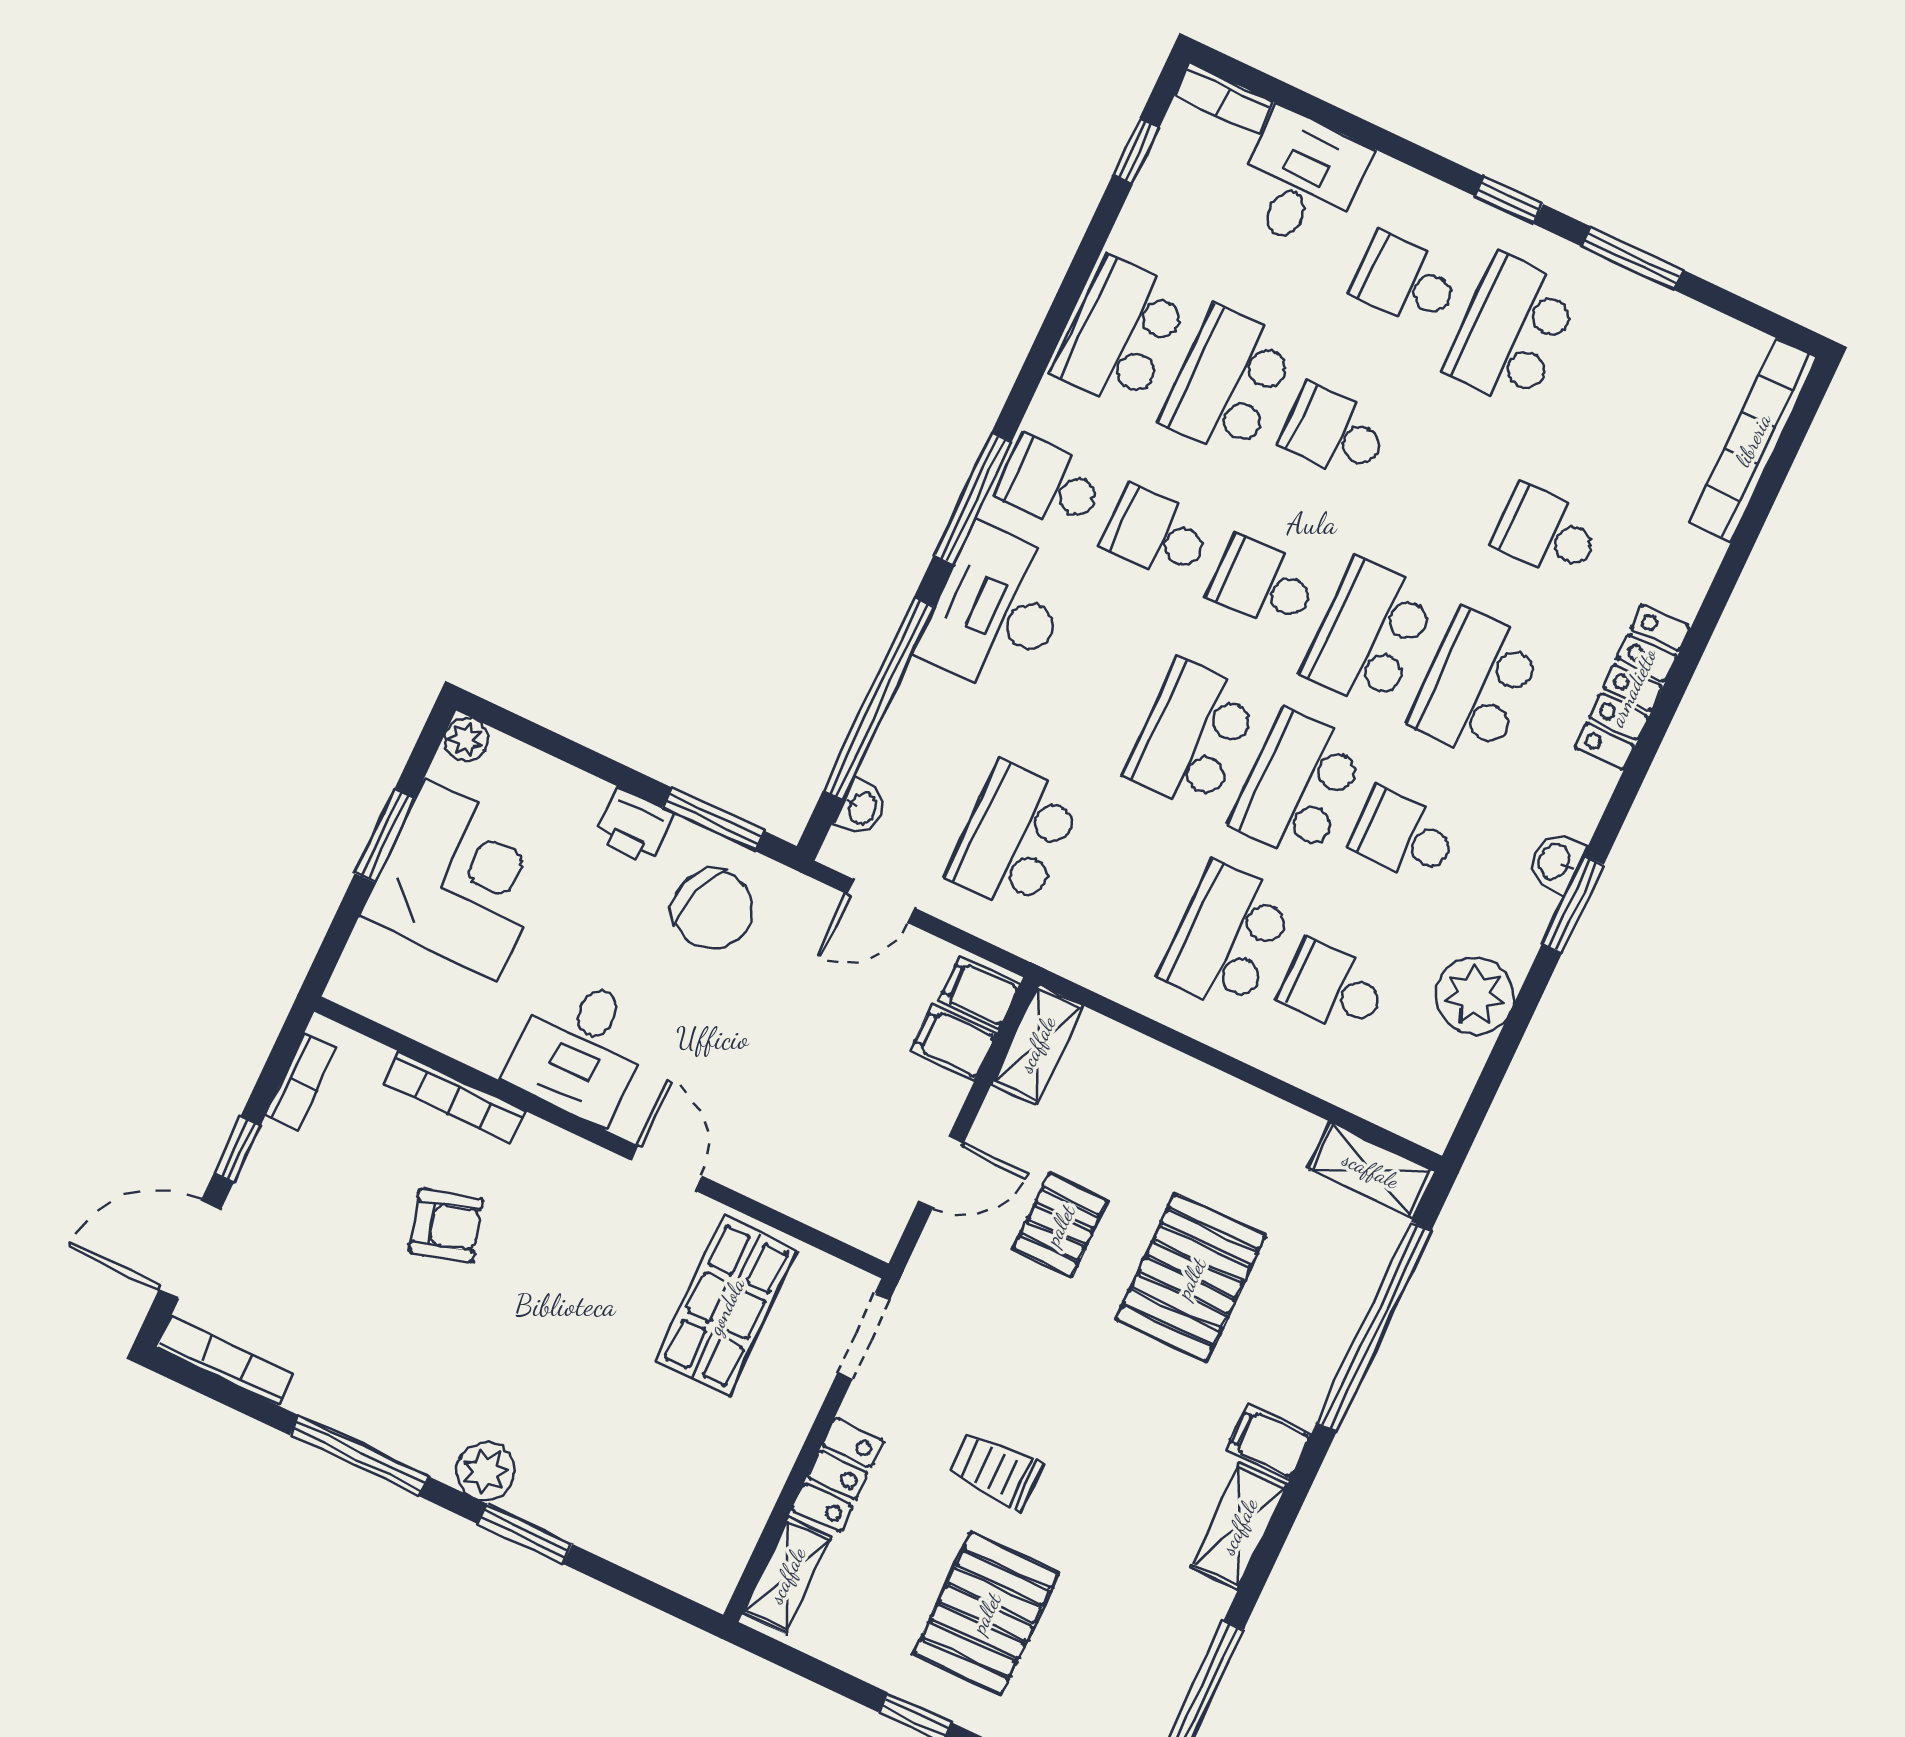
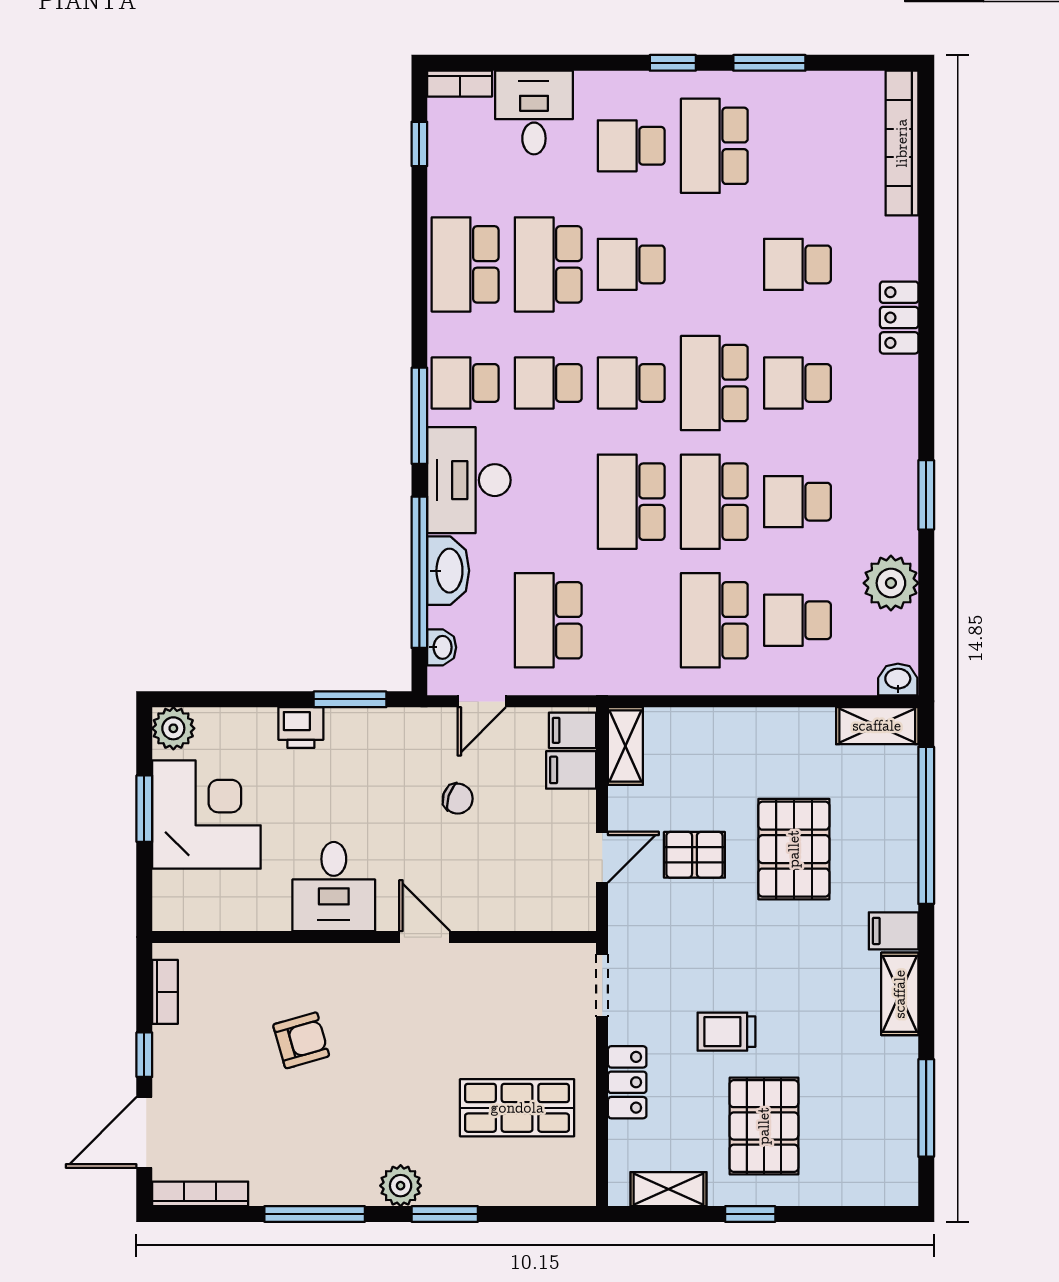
school desk: (1475, 684) -> (797, 383), width x0.54
locker: (1633, 687) -> (899, 318), width x0.66
washbasin: (916, 714) -> (448, 571), added
plant: (466, 739) -> (173, 728), width x1.38, depth x1.38
washbasin: (1556, 862) -> (898, 680), moved, turned 90
chair: (712, 909) -> (458, 799), moved, width x0.54, depth x0.54
bookcase: (455, 1098) -> (268, 956), removed
pallet: (1060, 1225) -> (694, 855), turned 90
shop shelf: (726, 1306) -> (517, 1108), moved, turned 90
shelving: (787, 1575) -> (669, 1189), moved, turned 90

